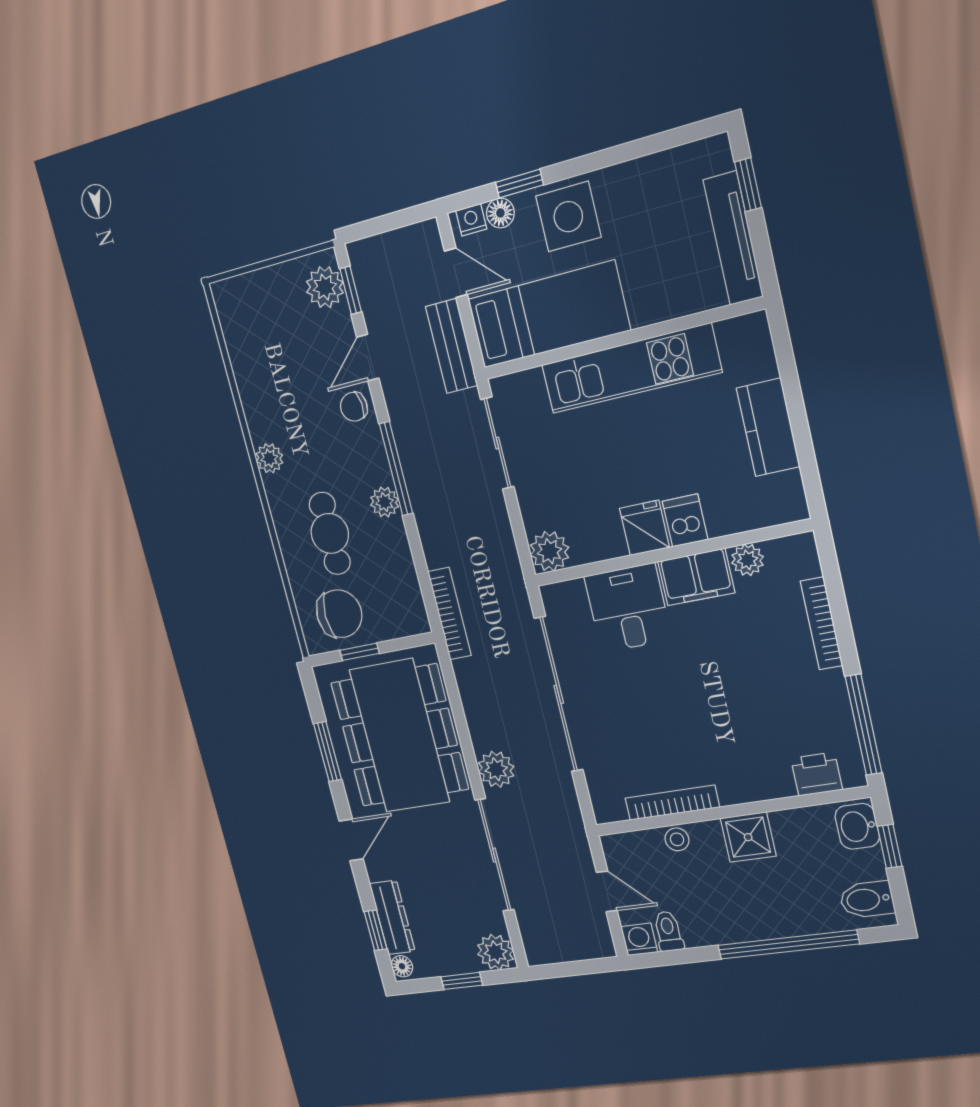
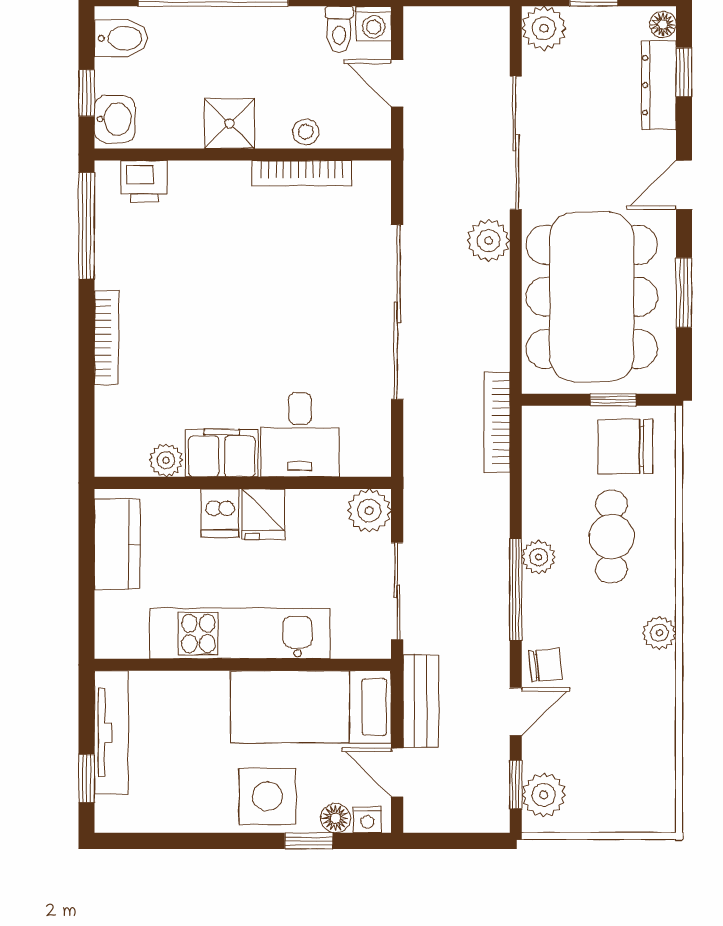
dishwasher: (685, 520) -> (220, 513), moved
fridge: (644, 528) -> (263, 514), moved
plant: (549, 551) -> (369, 511), moved
wall: (670, 553) -> (243, 483), moved
plant: (747, 560) -> (166, 460), moved
filing cabinet: (696, 577) -> (222, 453), moved
desk: (628, 608) -> (300, 435), moved

